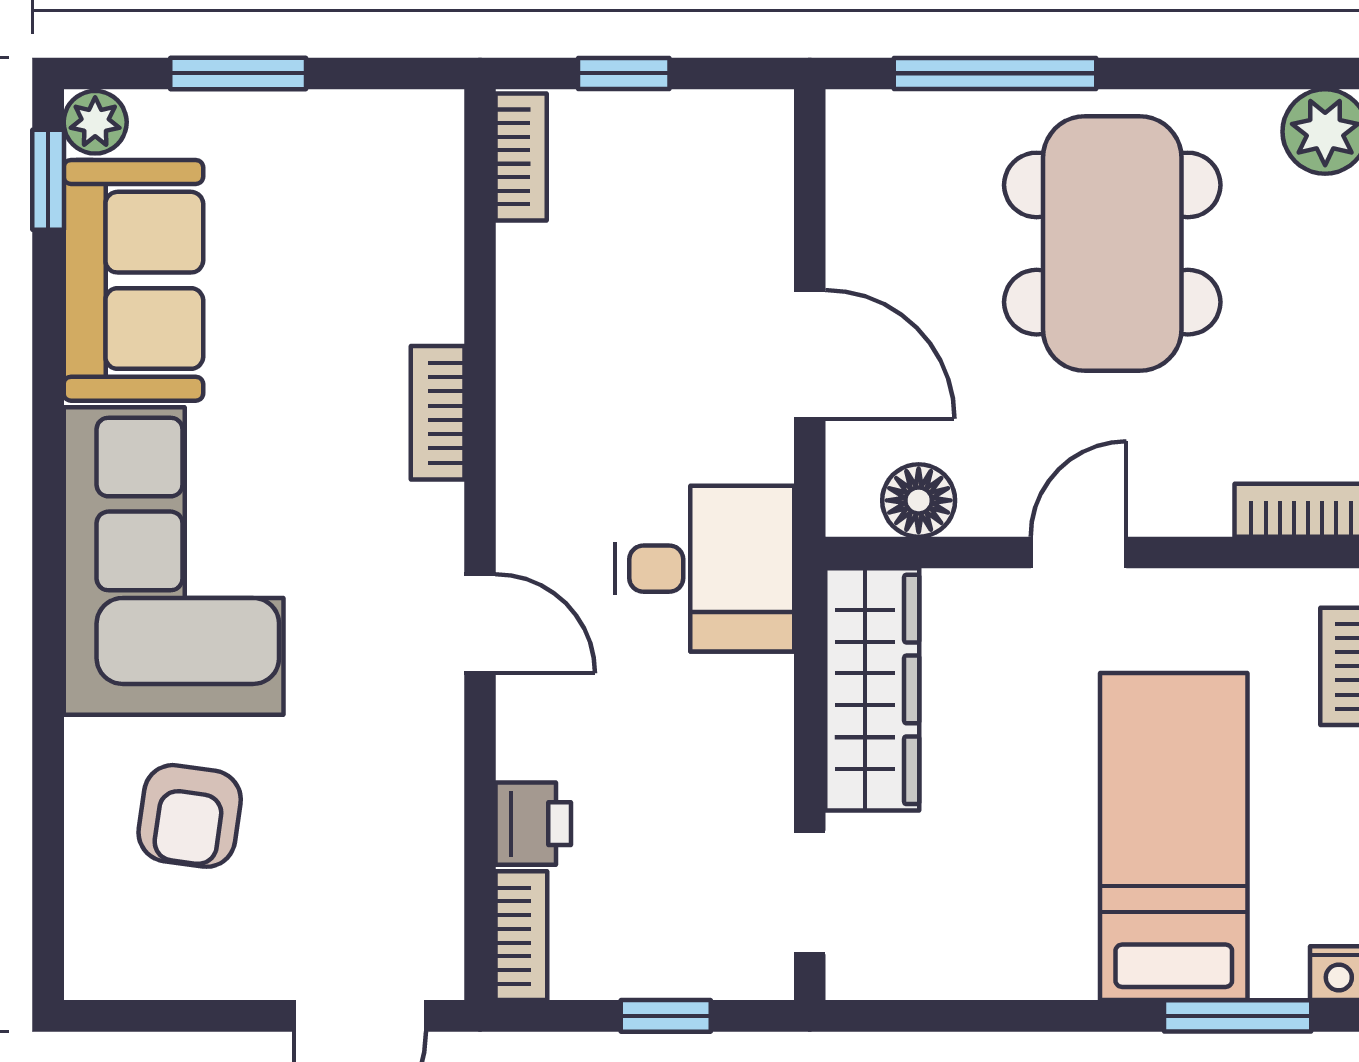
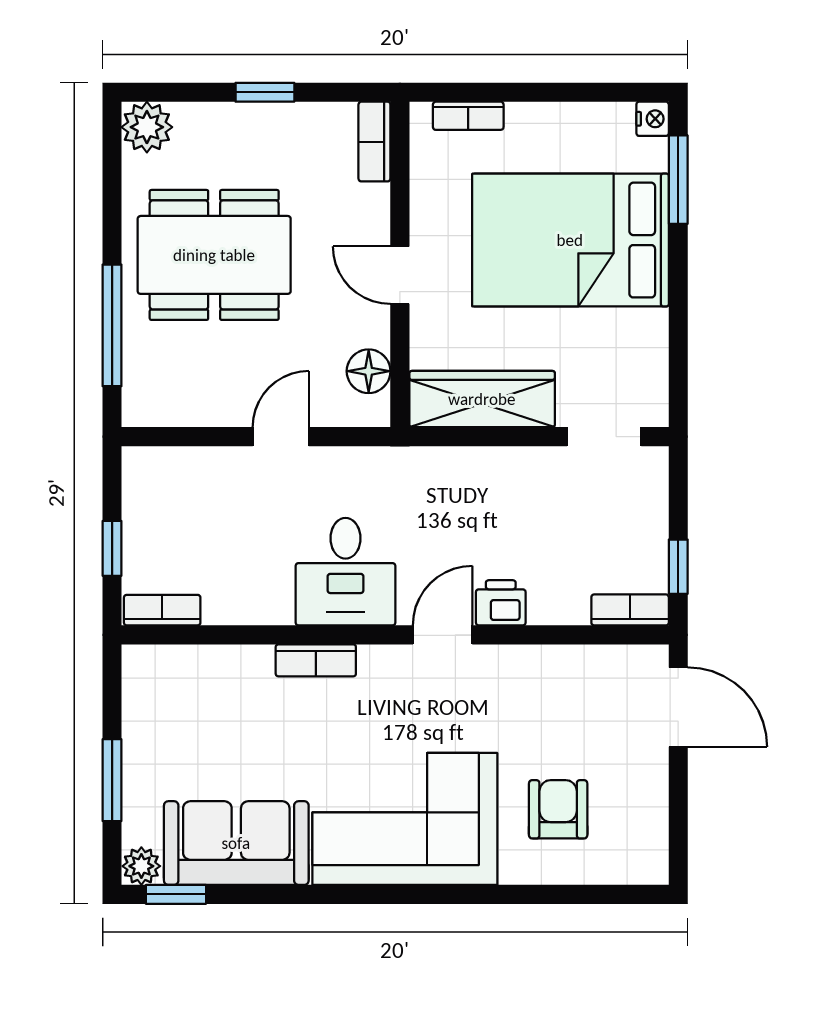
door: (810, 354) -> (281, 437), width x0.73
desk: (705, 569) -> (345, 572), moved, turned 180
armchair: (190, 816) -> (558, 809), turned -98
printer: (533, 824) -> (501, 603), moved
bed: (1174, 836) -> (570, 240), width x1.50
window: (666, 1016) -> (678, 567), moved

